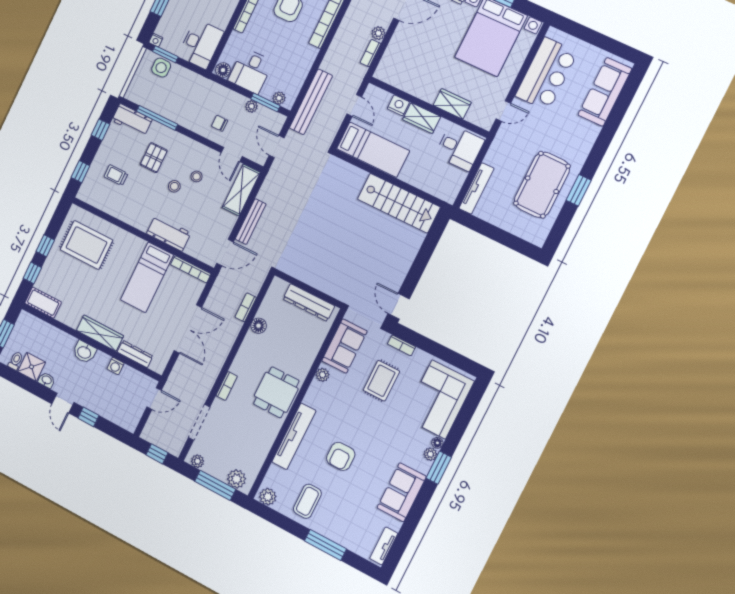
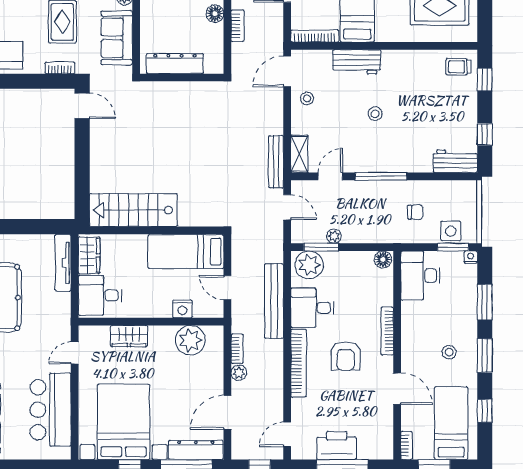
desk: (251, 71) -> (312, 308), moved, turned -90
plant: (404, 77) -> (190, 340), added
plant: (279, 98) -> (309, 265), width x1.88, depth x1.88
bench: (311, 102) -> (274, 301), moved
window: (157, 118) -> (381, 176), moved
wardrobe: (422, 118) -> (89, 255), moved, turned 90
chair: (220, 123) -> (415, 212), moved
door: (232, 154) -> (330, 176), hinge flipped
pallet: (154, 158) -> (412, 133), removed
trolley: (116, 175) -> (458, 67), moved, turned 180
stool: (197, 176) -> (307, 98), moved
shelving: (241, 190) -> (299, 154), width x0.67, depth x0.75
bench: (251, 222) -> (276, 162), moved

